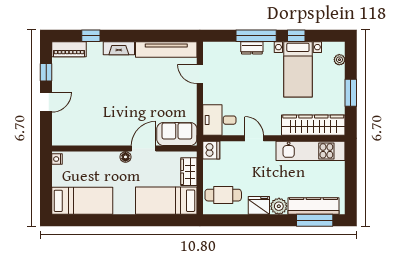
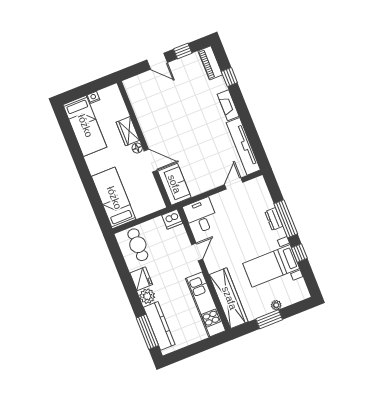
plant: (339, 60) -> (276, 305), moved
nightstand: (57, 159) -> (94, 97), moved
wardrobe: (189, 172) -> (128, 131), moved, turned -90

